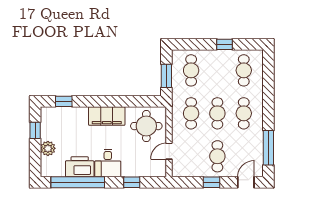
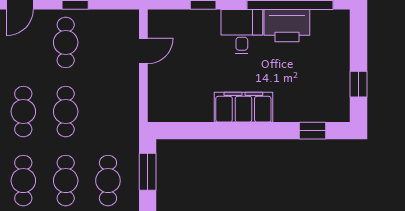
cafe table: (191, 113) -> (66, 181), moved
round table: (146, 126) -> (180, 91), removed
plant: (48, 148) -> (338, 55), removed

